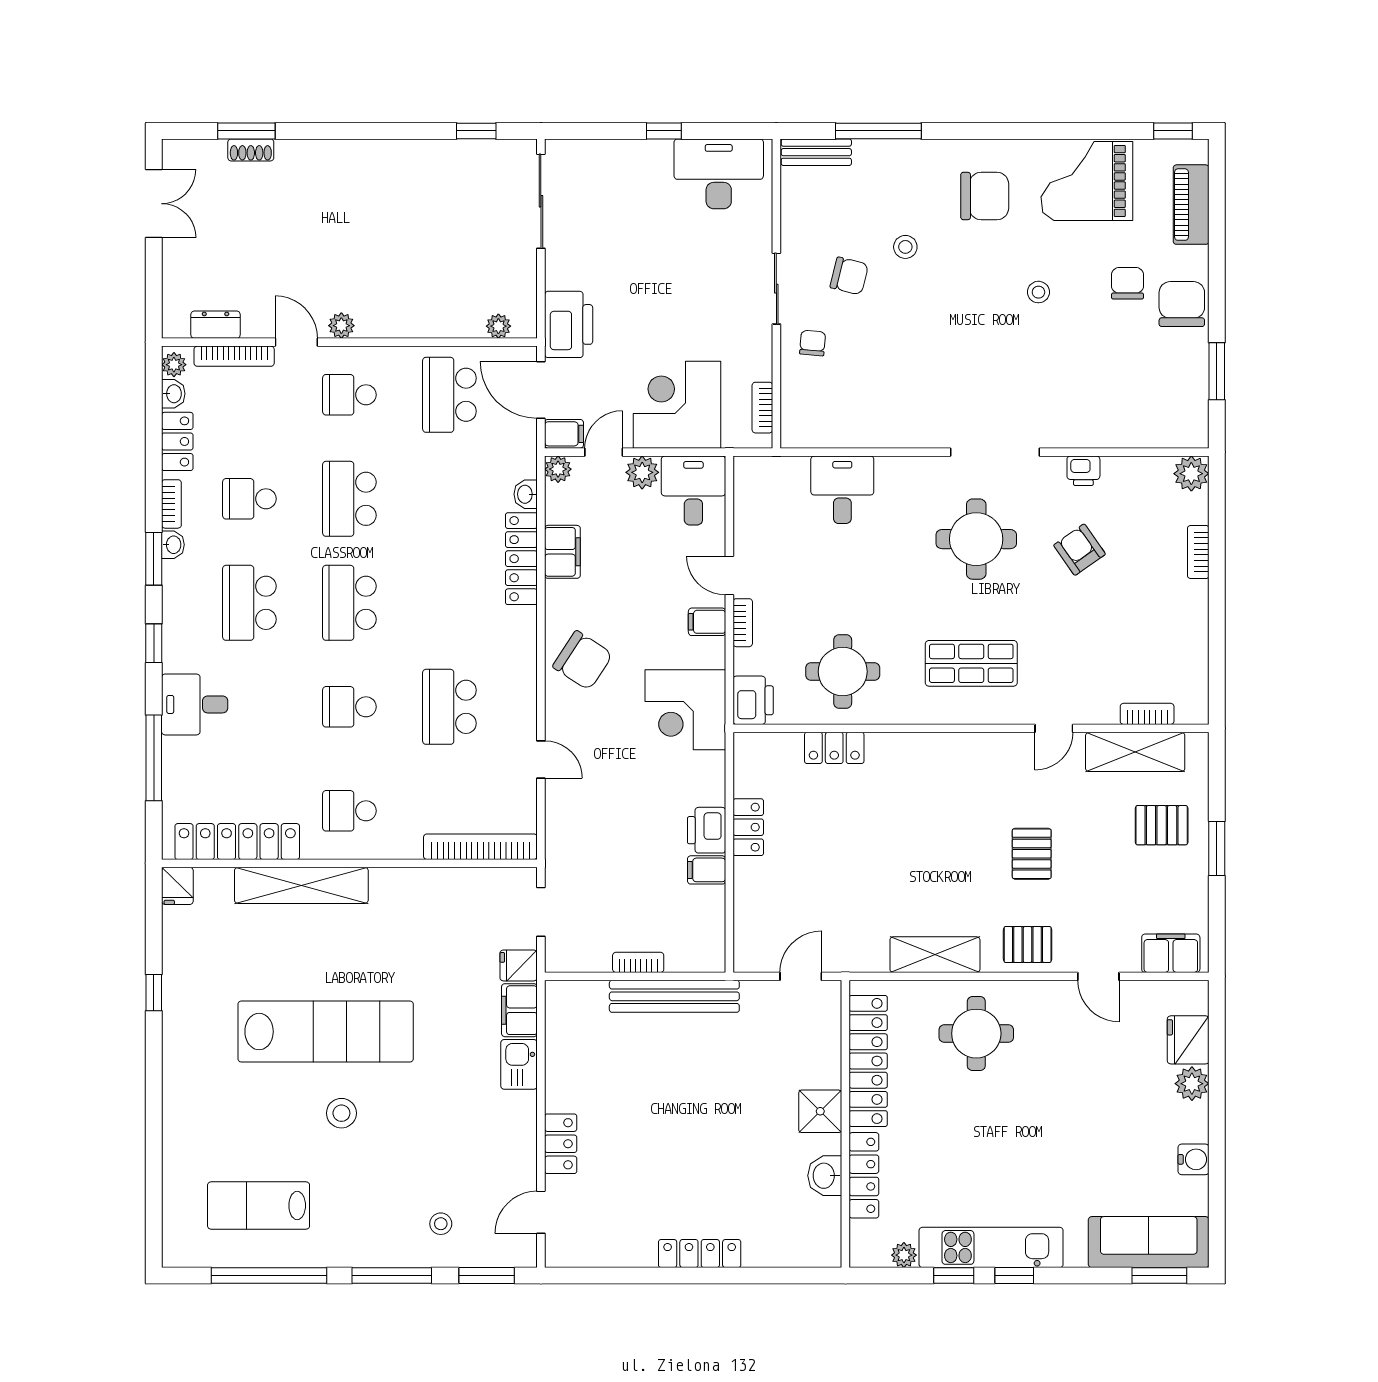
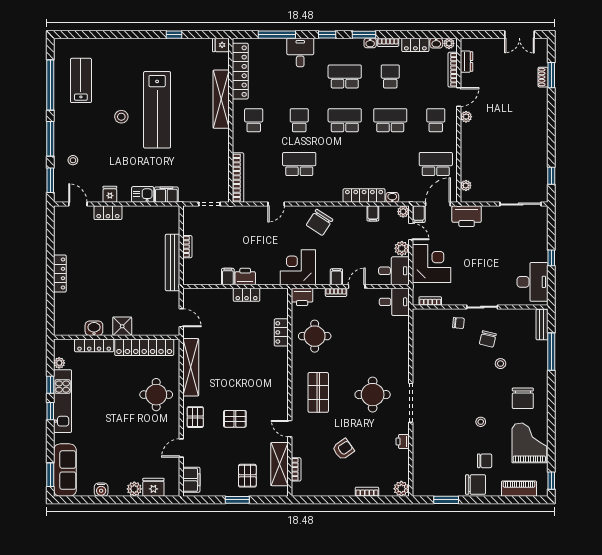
desk: (842, 490) -> (394, 302), moved
armchair: (1079, 550) -> (343, 449), moved
filing cabinet: (562, 552) -> (373, 213), width x0.50
shelving: (935, 955) -> (191, 367), width x1.47
fridge: (519, 965) -> (110, 194), moved

